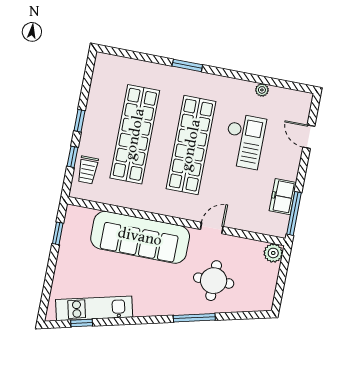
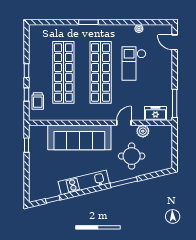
door: (309, 137) -> (175, 42), moved
checkout: (244, 141) -> (134, 63), turned 180
freezer: (283, 197) -> (155, 113), moved, turned 90
plant: (273, 253) -> (143, 131), moved
kitchen unit: (94, 308) -> (84, 182), moved

